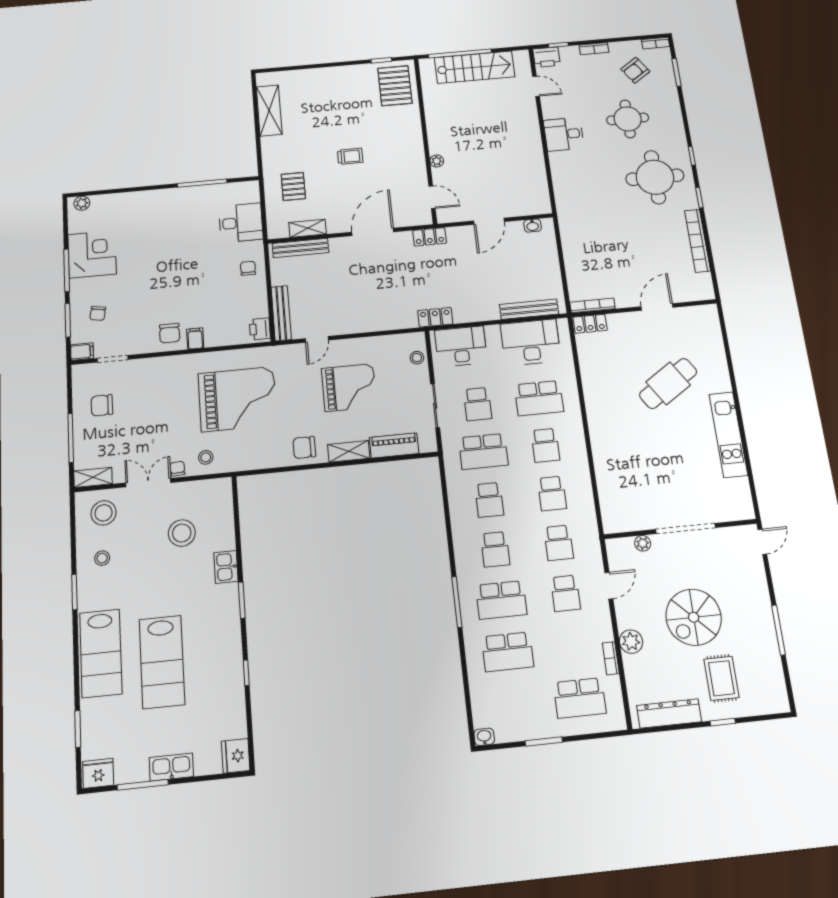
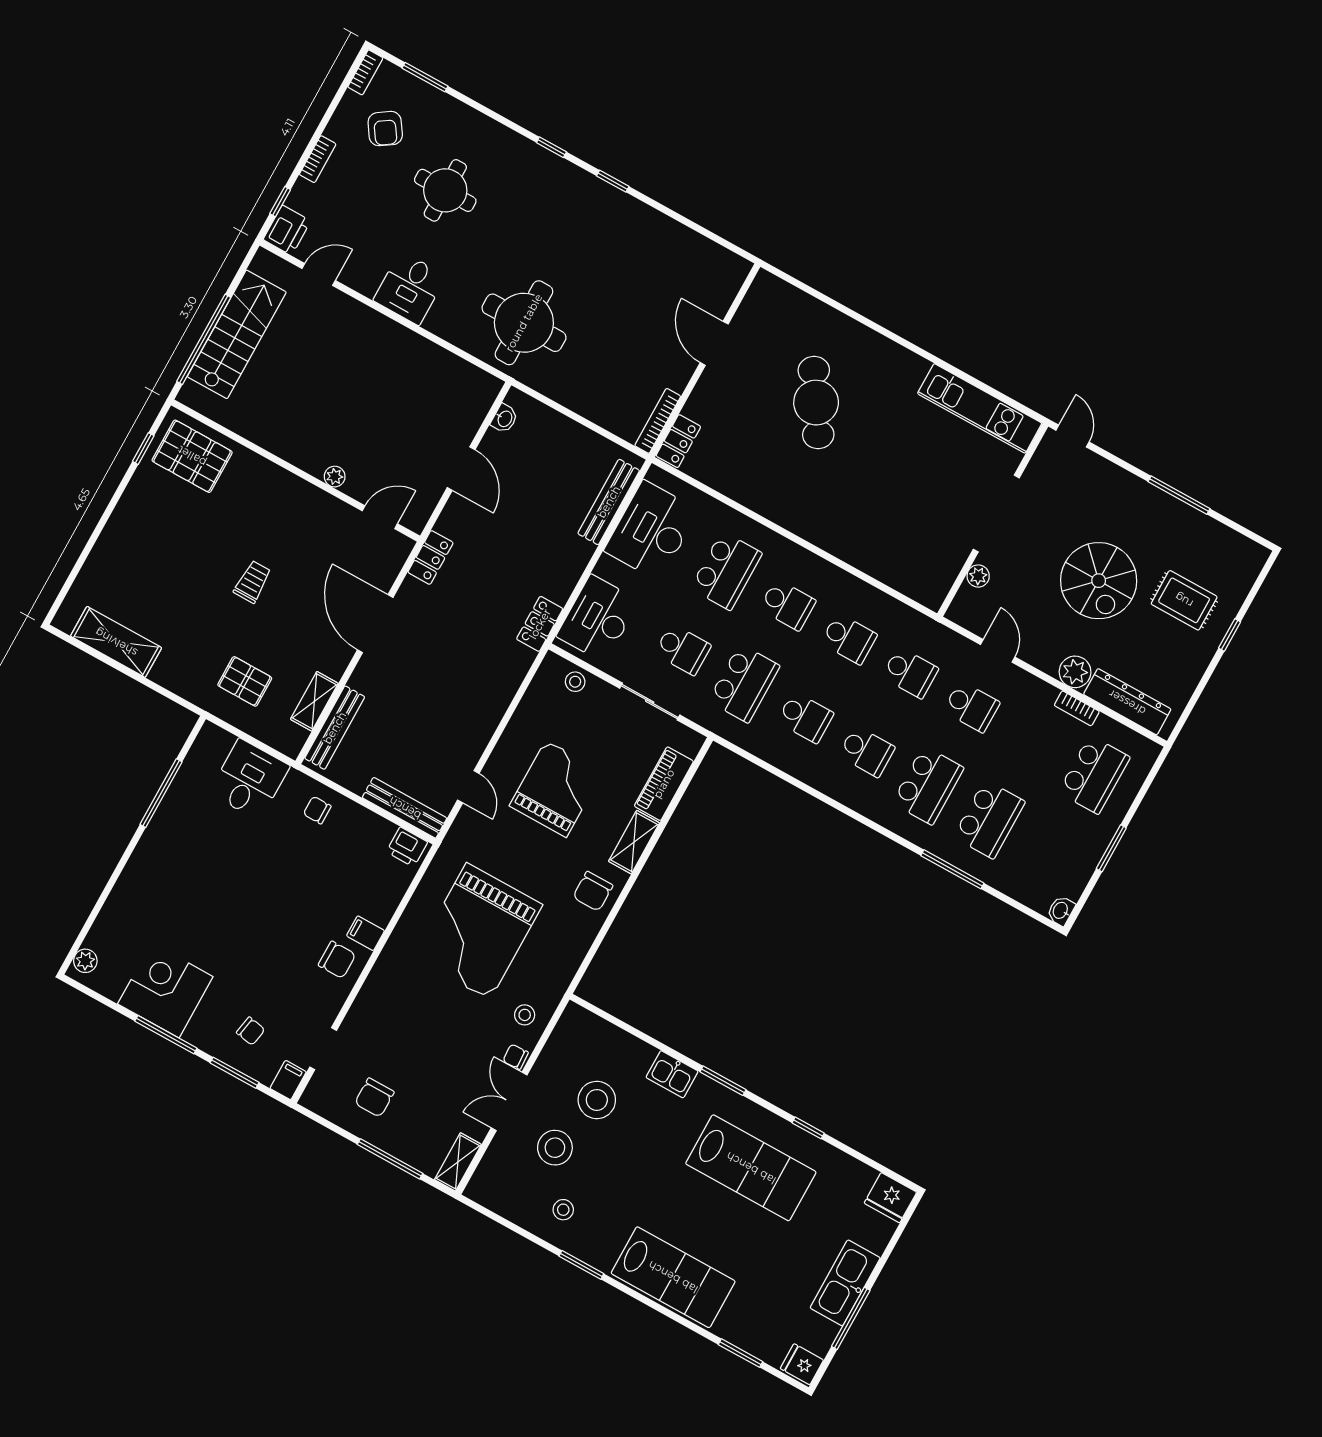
round table: (655, 177) -> (524, 323), moved
bookcase: (698, 241) -> (666, 228), removed
grand piano: (238, 399) -> (478, 931), turned 180
kitchen unit: (728, 435) -> (980, 408), moved
stool: (104, 513) -> (555, 1148), moved
window: (457, 602) -> (952, 869), moved
lab bench: (162, 662) -> (751, 1168), moved
dresser: (669, 714) -> (1127, 702), moved, turned 90
kitchen sink: (171, 767) -> (845, 1283), width x1.36, depth x1.24
fridge: (98, 773) -> (802, 1364), width x0.72

